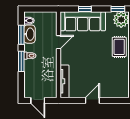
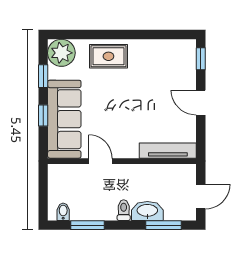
window: (118, 9) -> (43, 76), moved
washbasin: (29, 34) -> (147, 211), moved
window: (21, 61) -> (164, 225), moved
window: (118, 100) -> (201, 59), added

